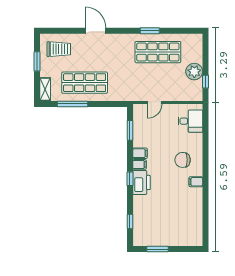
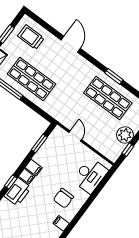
trolley: (59, 49) -> (31, 37), turned 180
door: (155, 102) -> (75, 136), swing flipped
desk: (190, 121) -> (90, 175), width x1.37
chair: (183, 160) -> (63, 198), turned -90

